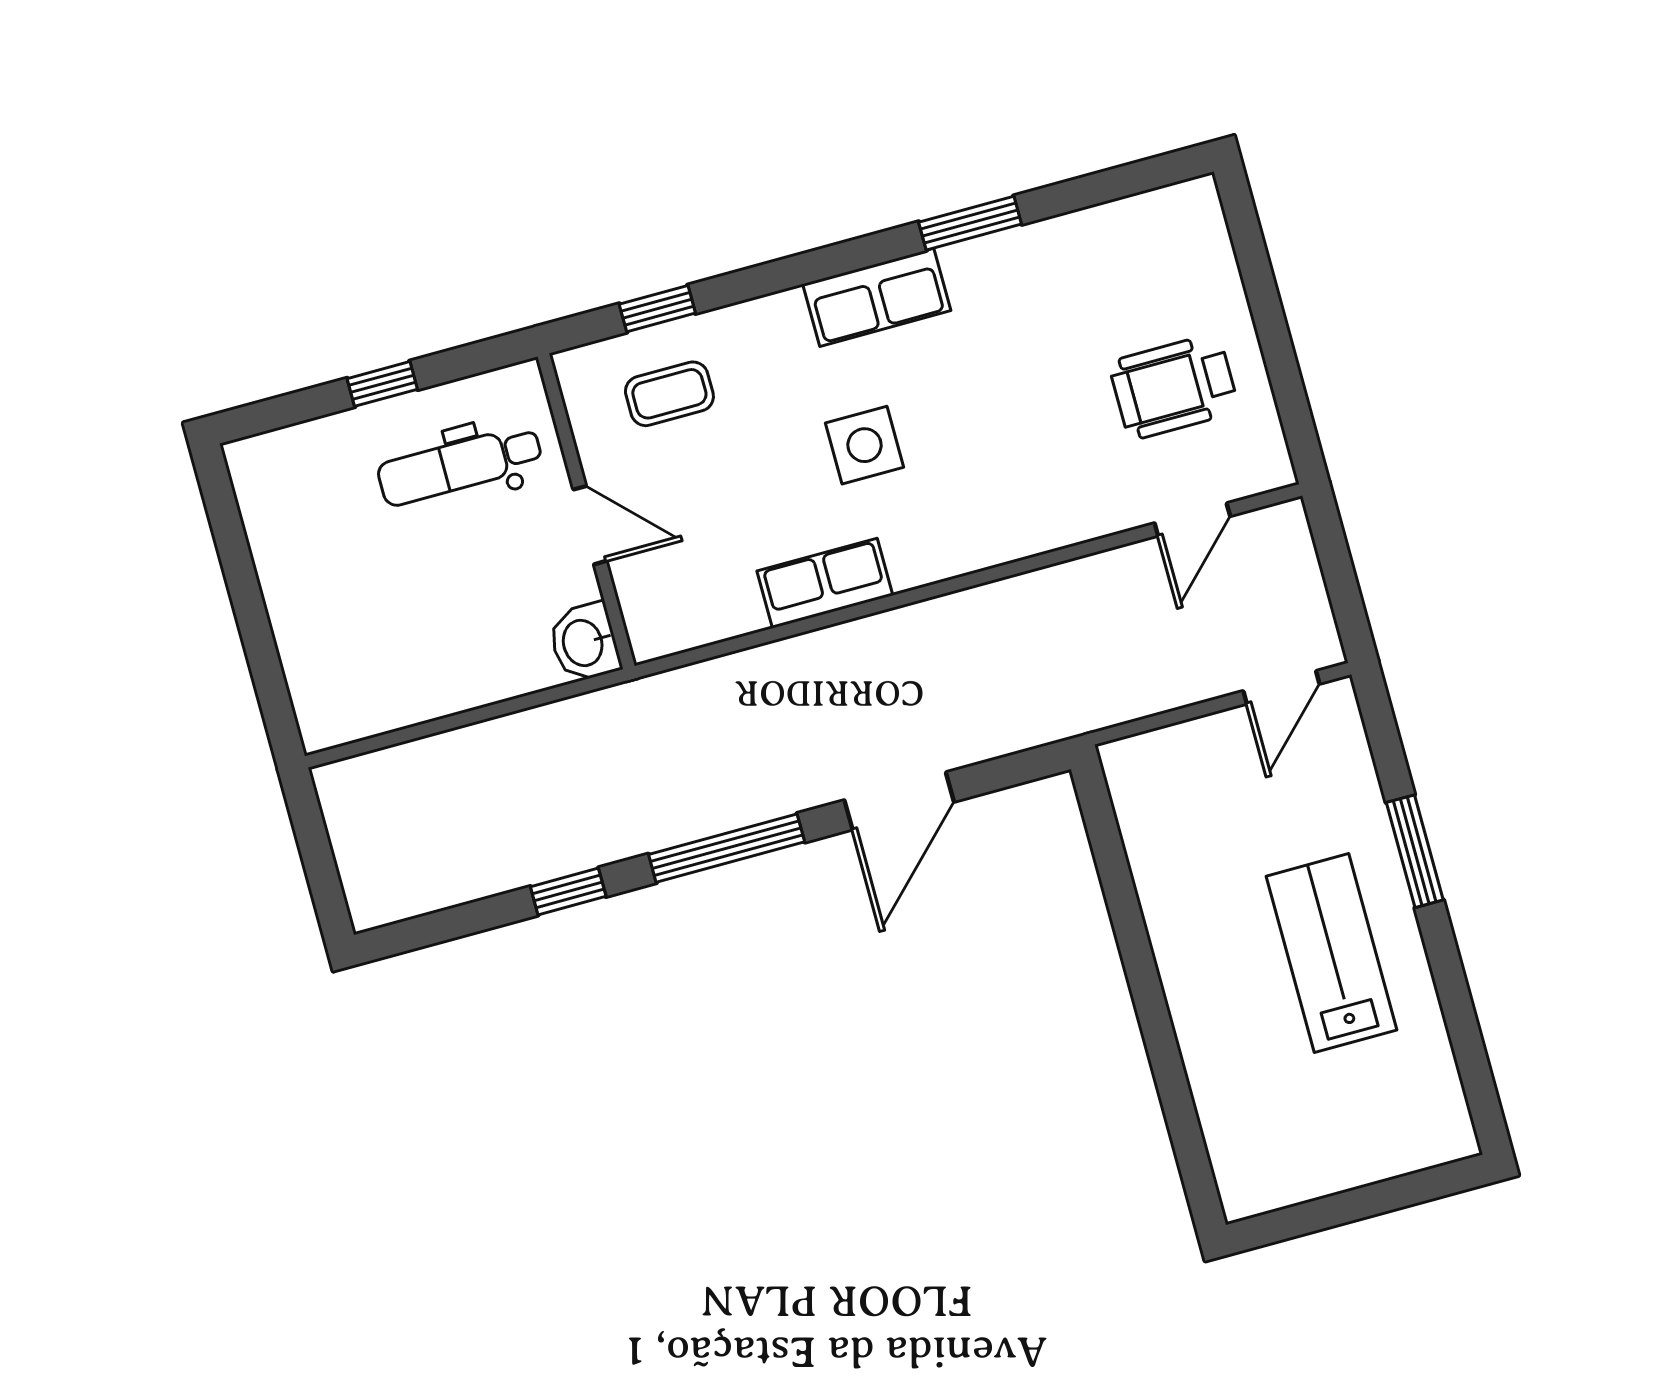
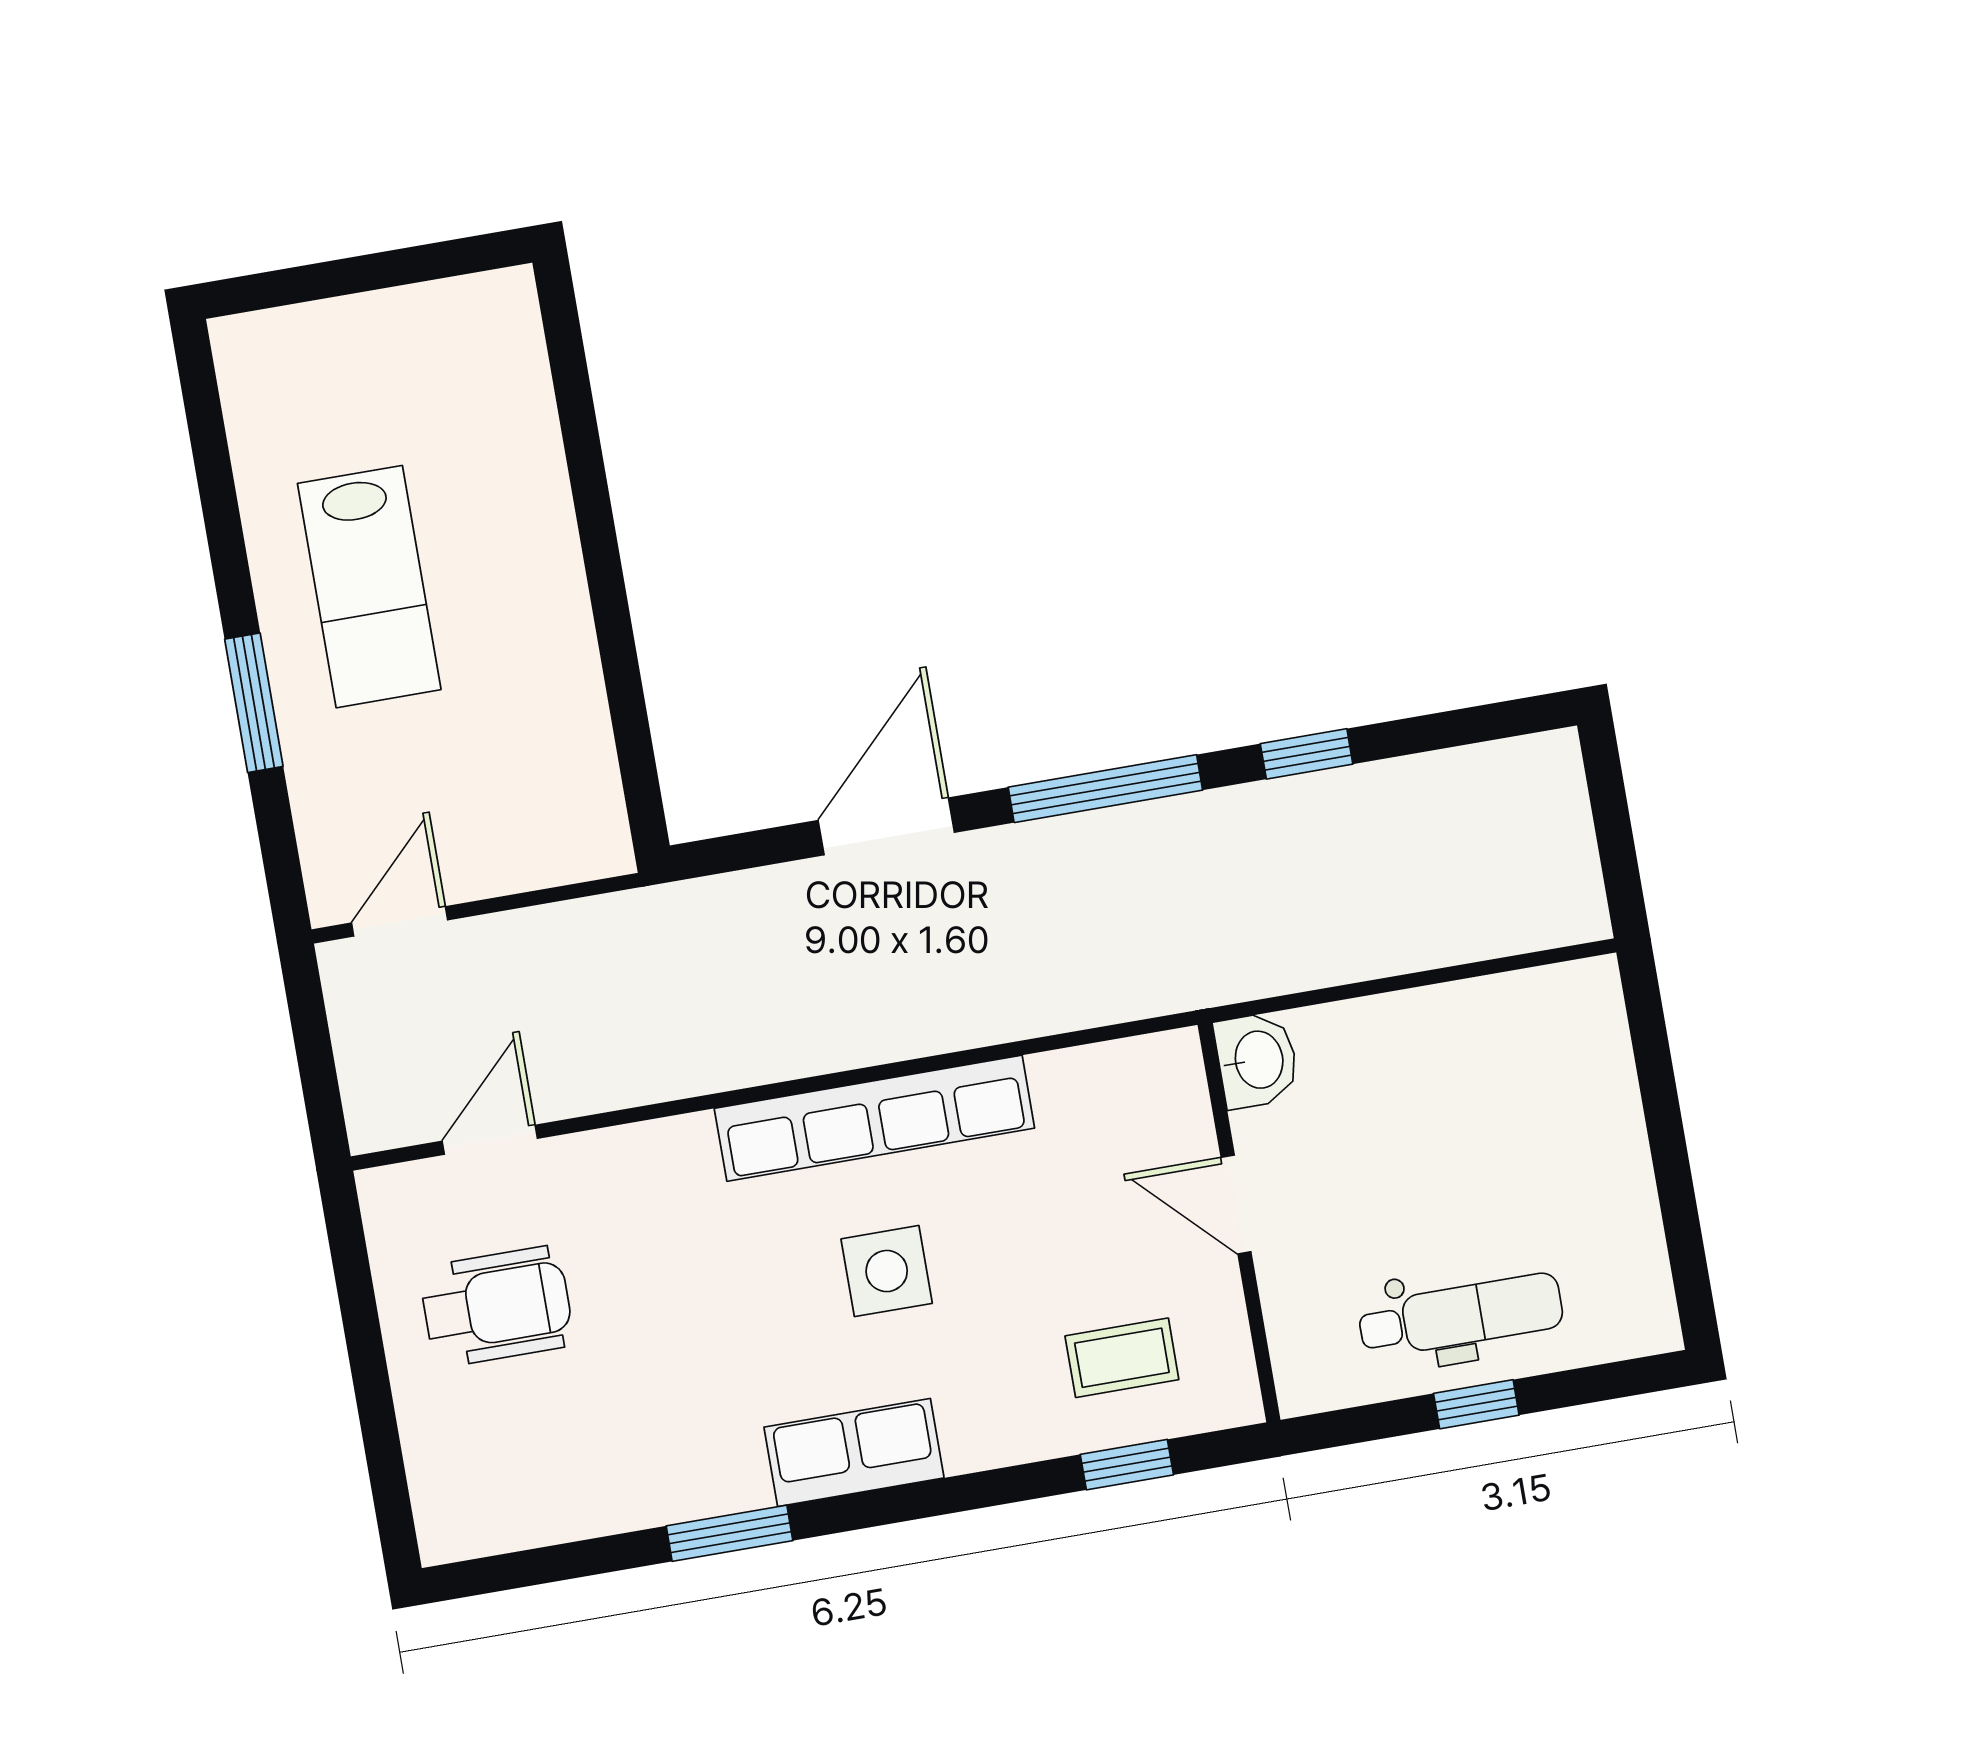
dental chair: (460, 465) -> (1461, 1315), moved
row of seats: (825, 583) -> (874, 1118), width x2.02

